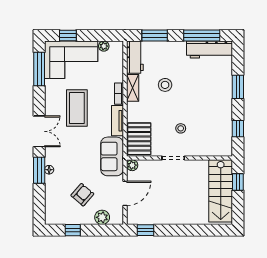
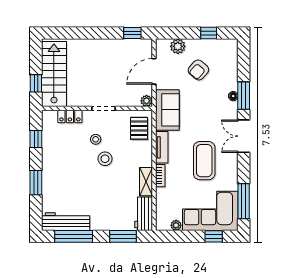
stool: (165, 85) -> (105, 159), moved
pallet: (139, 139) -> (139, 128), width x0.67, depth x0.71
locker: (205, 150) -> (70, 116), added

